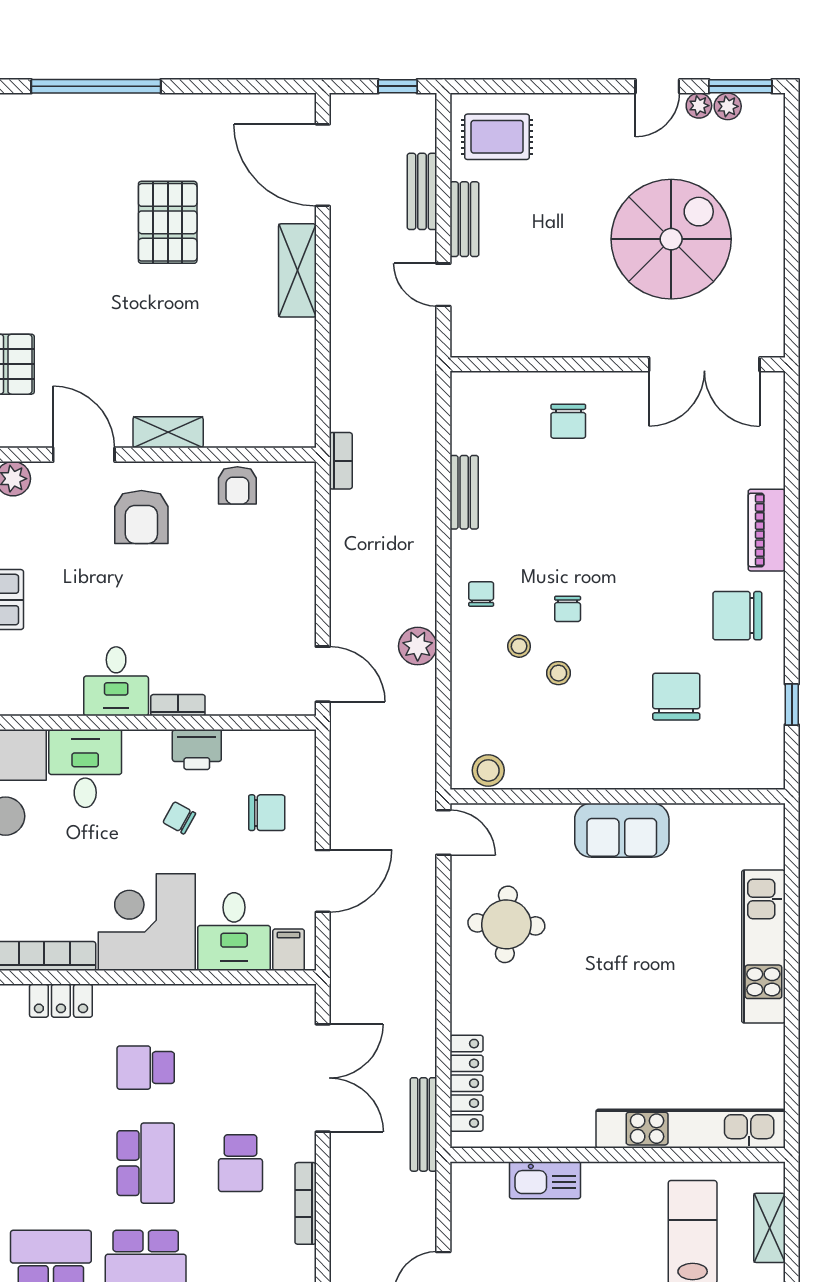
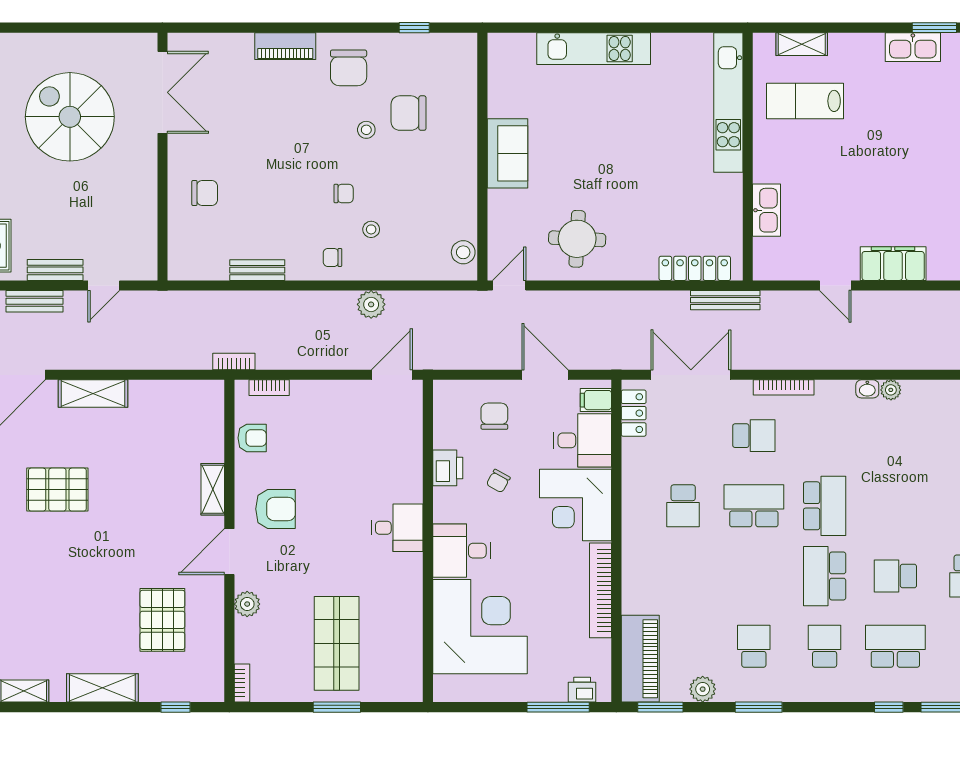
stool: (559, 673) -> (366, 130), moved
bookcase: (178, 705) -> (269, 388), moved, turned -90
locker: (61, 1001) -> (634, 413), moved

